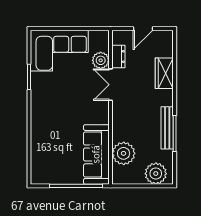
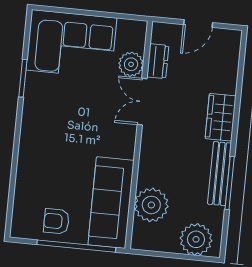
wardrobe: (164, 73) -> (221, 117), moved
armchair: (61, 171) -> (56, 221), added

